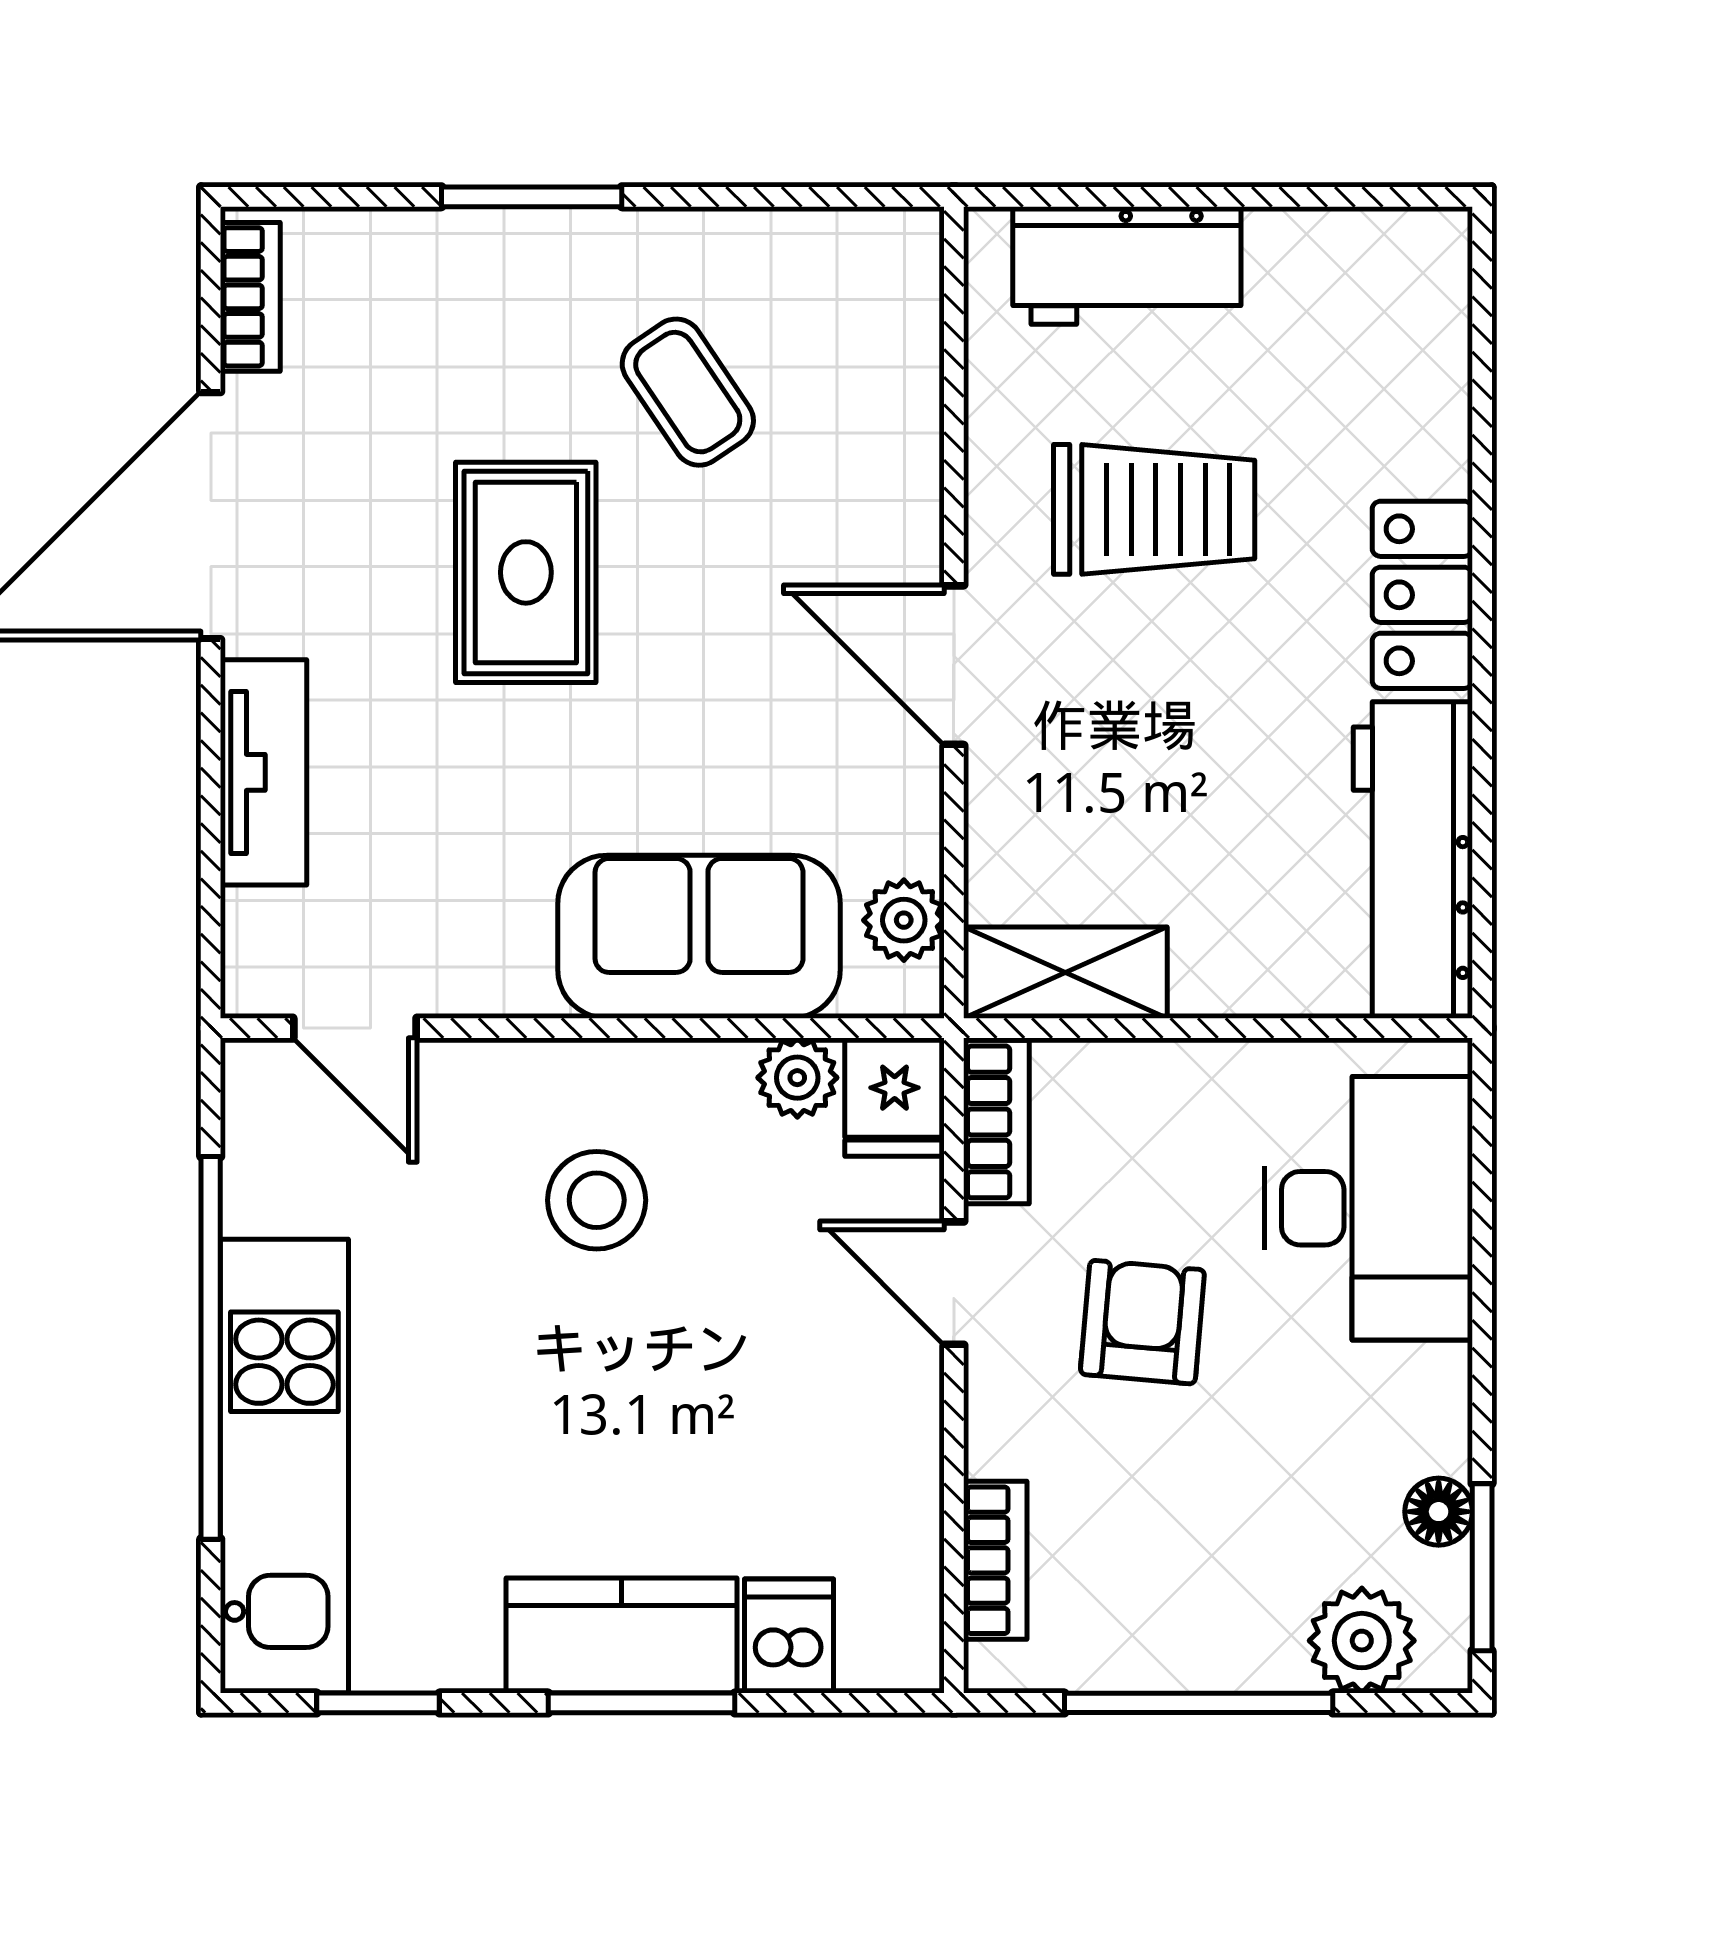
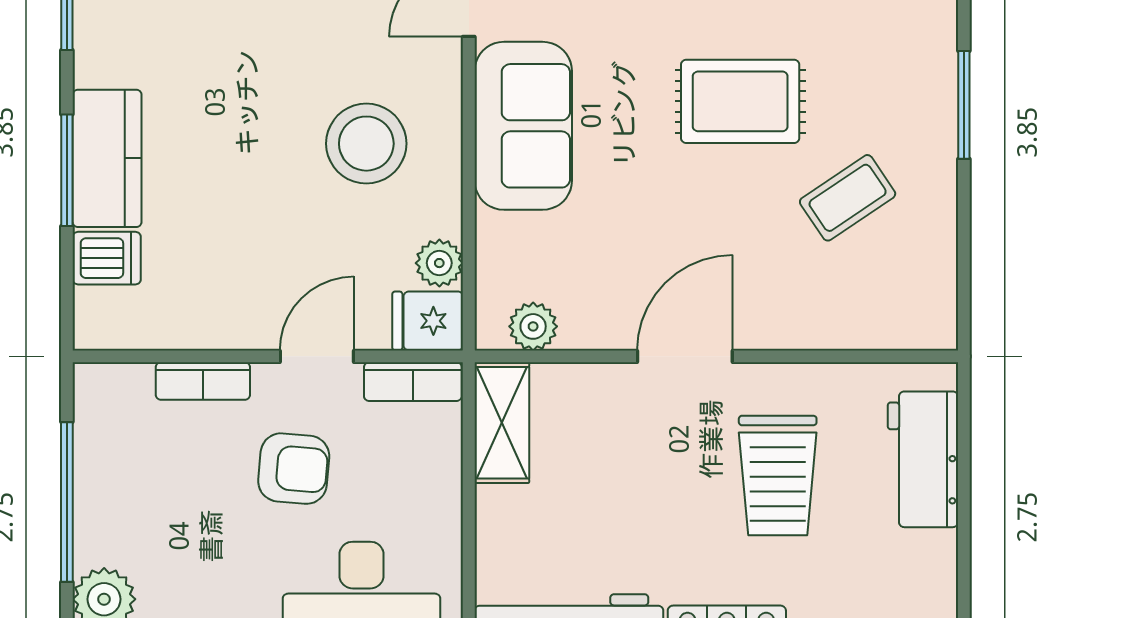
sofa: (699, 937) -> (523, 126), moved
stool: (597, 1200) -> (366, 144), width x1.38, depth x1.38
bookcase: (995, 1560) -> (203, 381), moved

